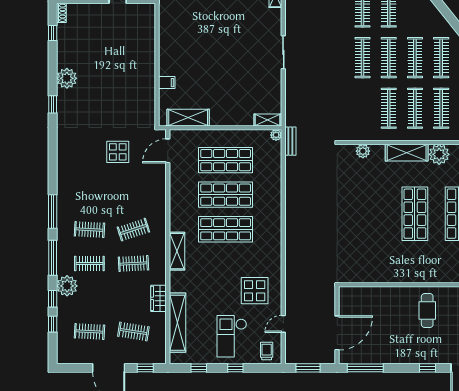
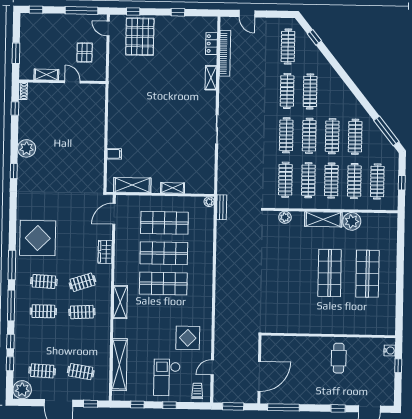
clothes rail: (363, 108) -> (285, 180), added
shelving: (268, 120) -> (173, 188), moved
display table: (118, 152) -> (38, 238), moved, width x1.86, depth x1.86
plant: (67, 286) -> (22, 390), moved
wardrobe: (159, 298) -> (105, 252), moved

